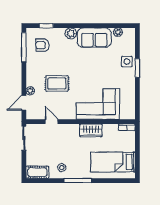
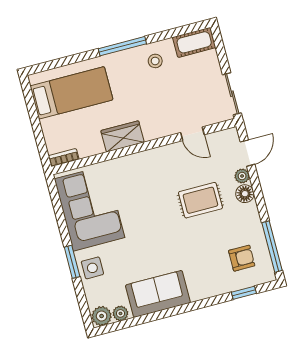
plant: (71, 33) -> (102, 316), moved
floor lamp: (31, 81) -> (245, 194), added
corner sofa: (98, 104) -> (90, 208), moved, turned -90

